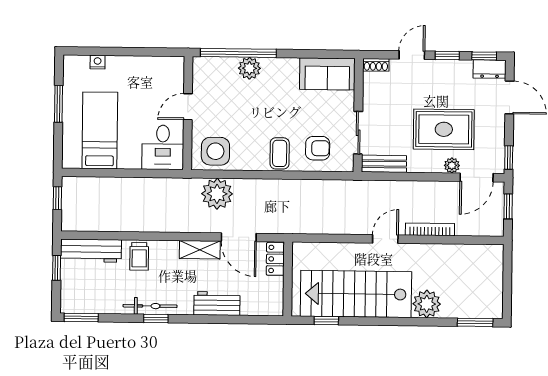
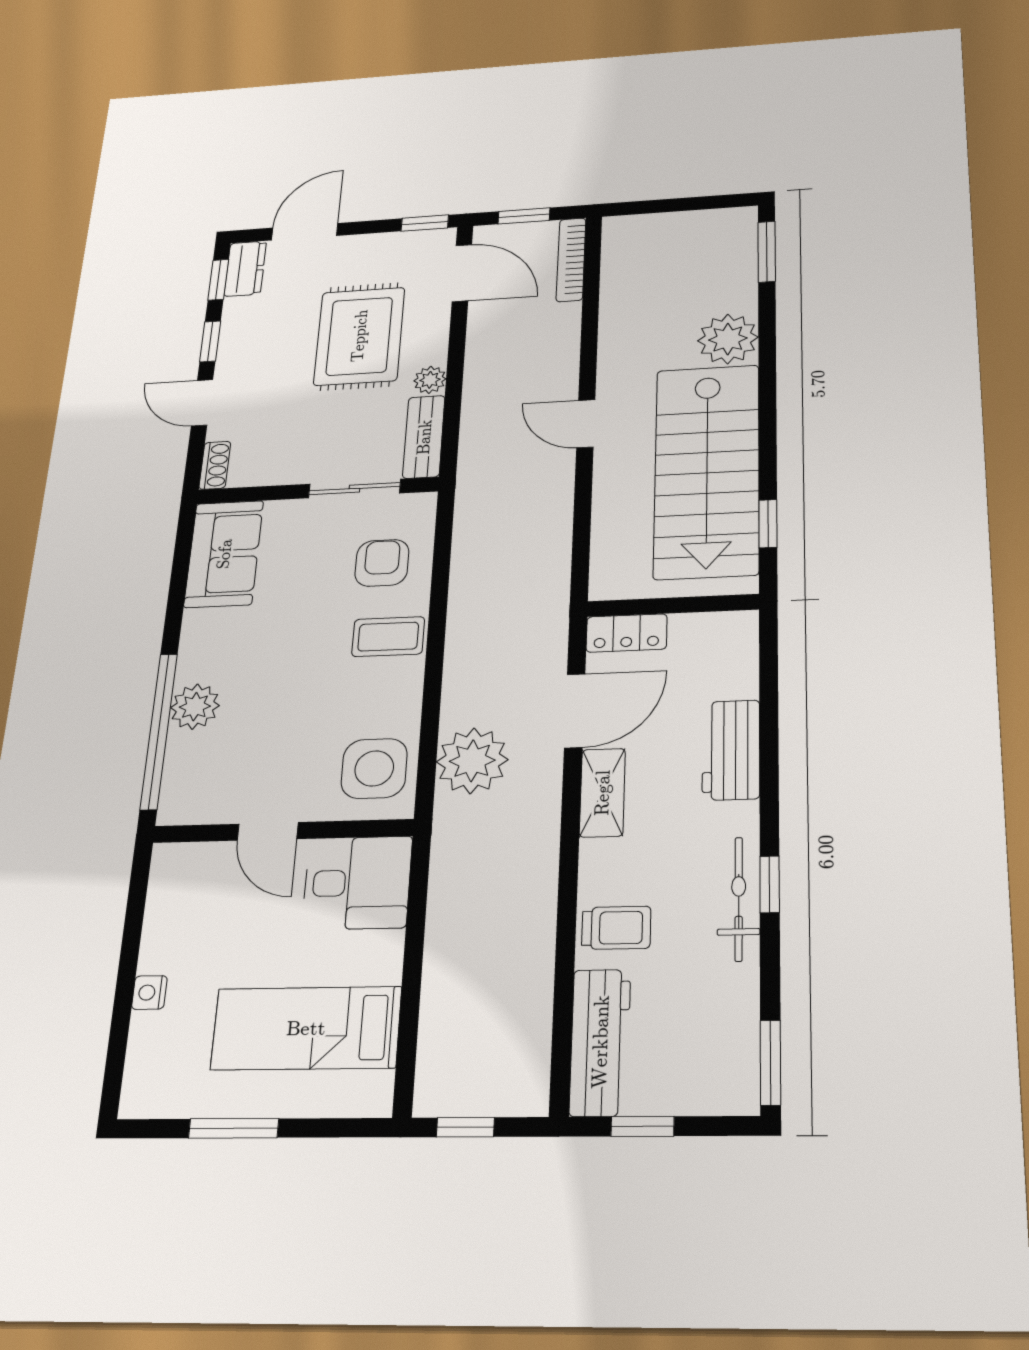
nightstand: (98, 62) -> (149, 993), moved
plant: (452, 165) -> (430, 380), moved
bookcase: (430, 229) -> (571, 260), moved

